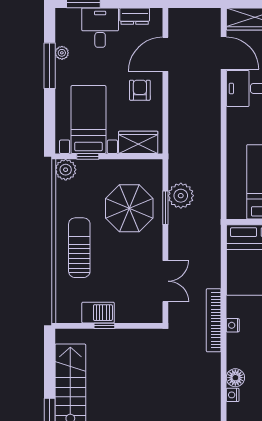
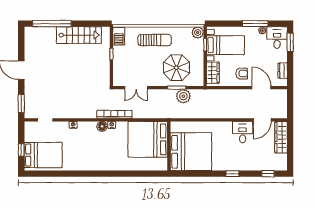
desk: (100, 28) -> (277, 38), moved, turned -90
barbecue: (98, 313) -> (119, 36), moved
floor lamp: (235, 378) -> (102, 126), moved

